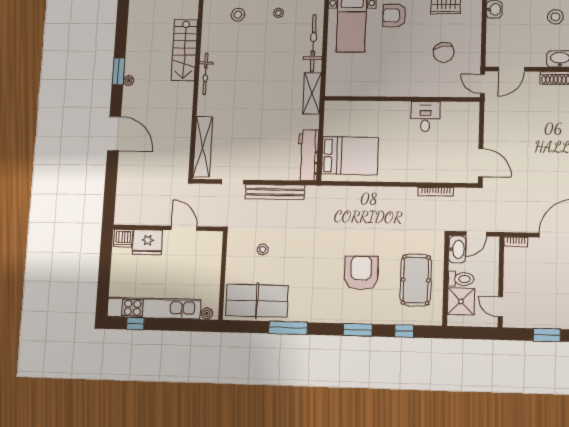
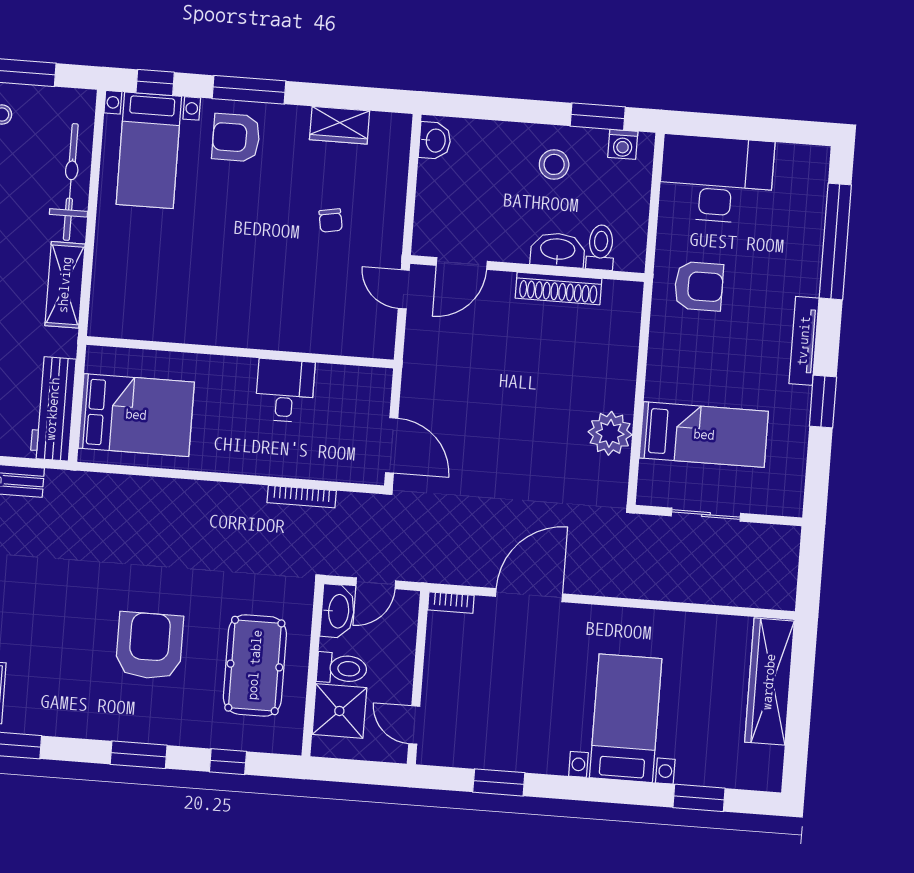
chair: (444, 52) -> (331, 220), width x0.54, depth x0.54
wall: (402, 99) -> (240, 352), moved
desk: (425, 116) -> (285, 391), moved

